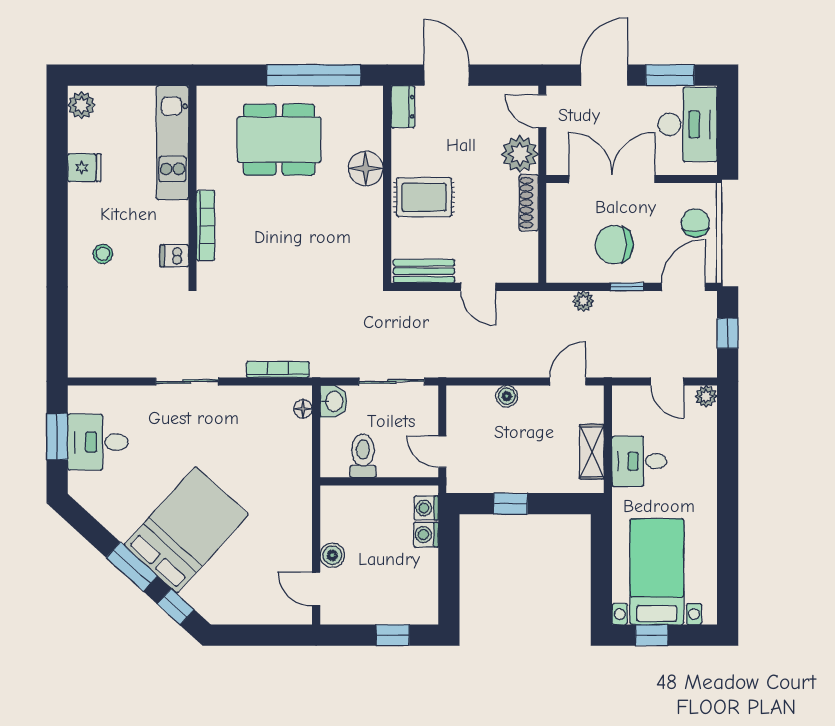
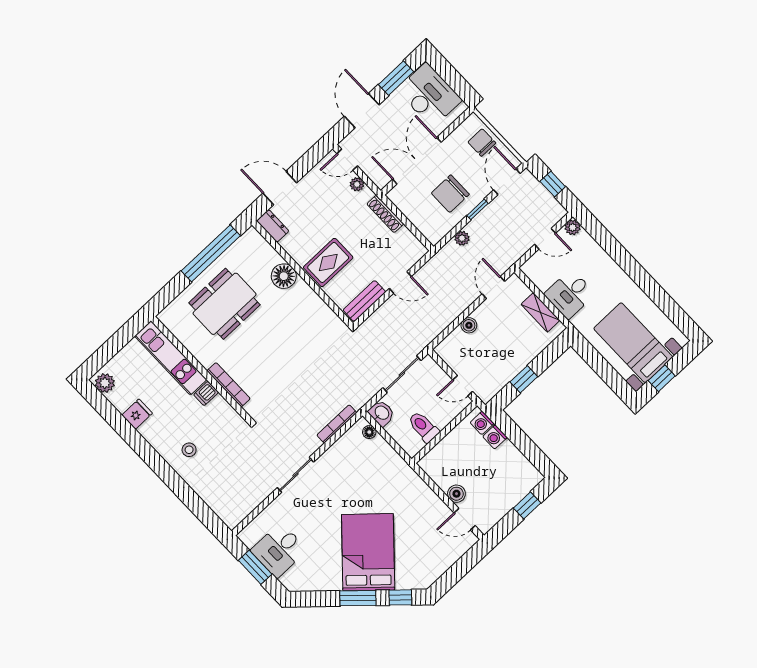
plant: (520, 154) -> (357, 184), width x0.53, depth x0.53
dishwasher: (174, 256) -> (206, 393), moved

